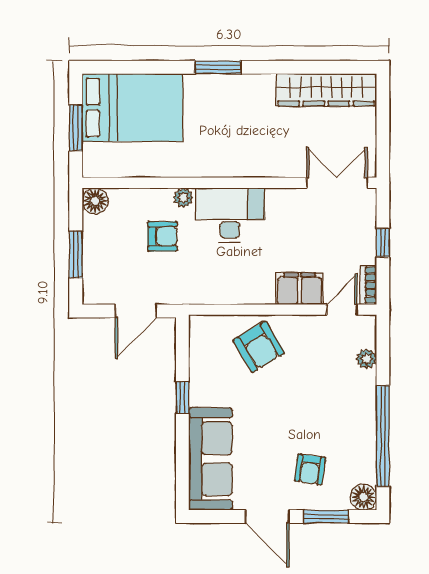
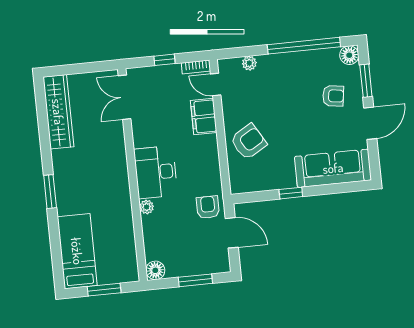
bed: (132, 108) -> (77, 251), width x0.67
armchair: (162, 236) -> (208, 207), moved

